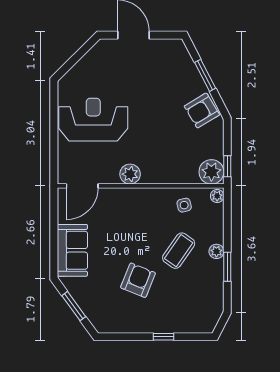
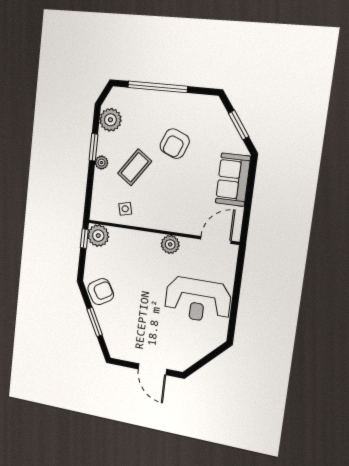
plant: (217, 196) -> (110, 120), moved, width x1.88, depth x1.88
window: (163, 337) -> (157, 87), width x3.17

